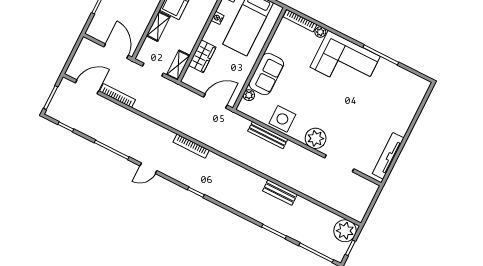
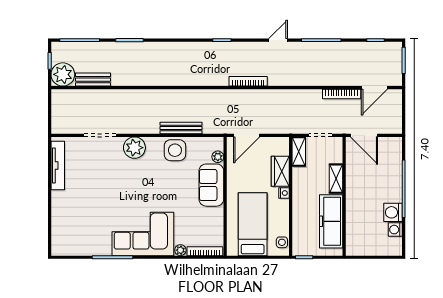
nightstand: (218, 18) -> (284, 193), moved
bench: (280, 193) -> (93, 80), moved

